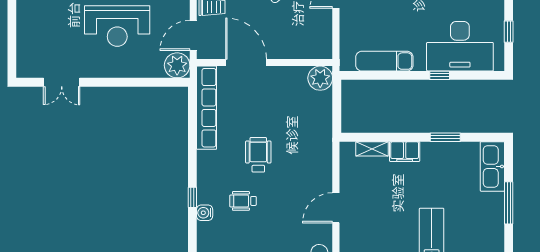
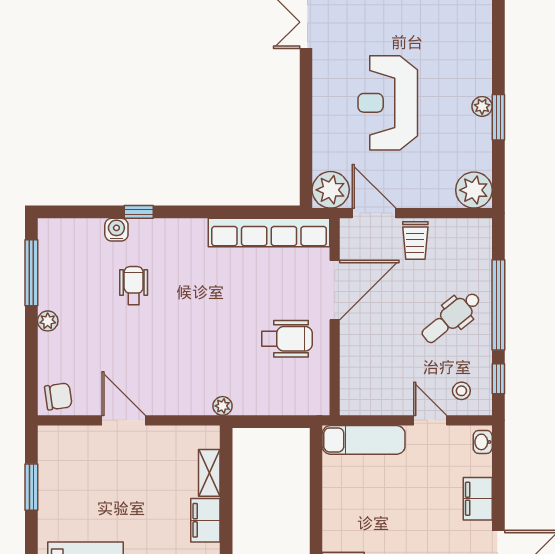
exam couch: (384, 61) -> (364, 440), moved, turned 90
plant: (320, 78) -> (222, 406), moved, width x0.53, depth x0.53
wheelchair: (258, 155) -> (287, 339), moved

